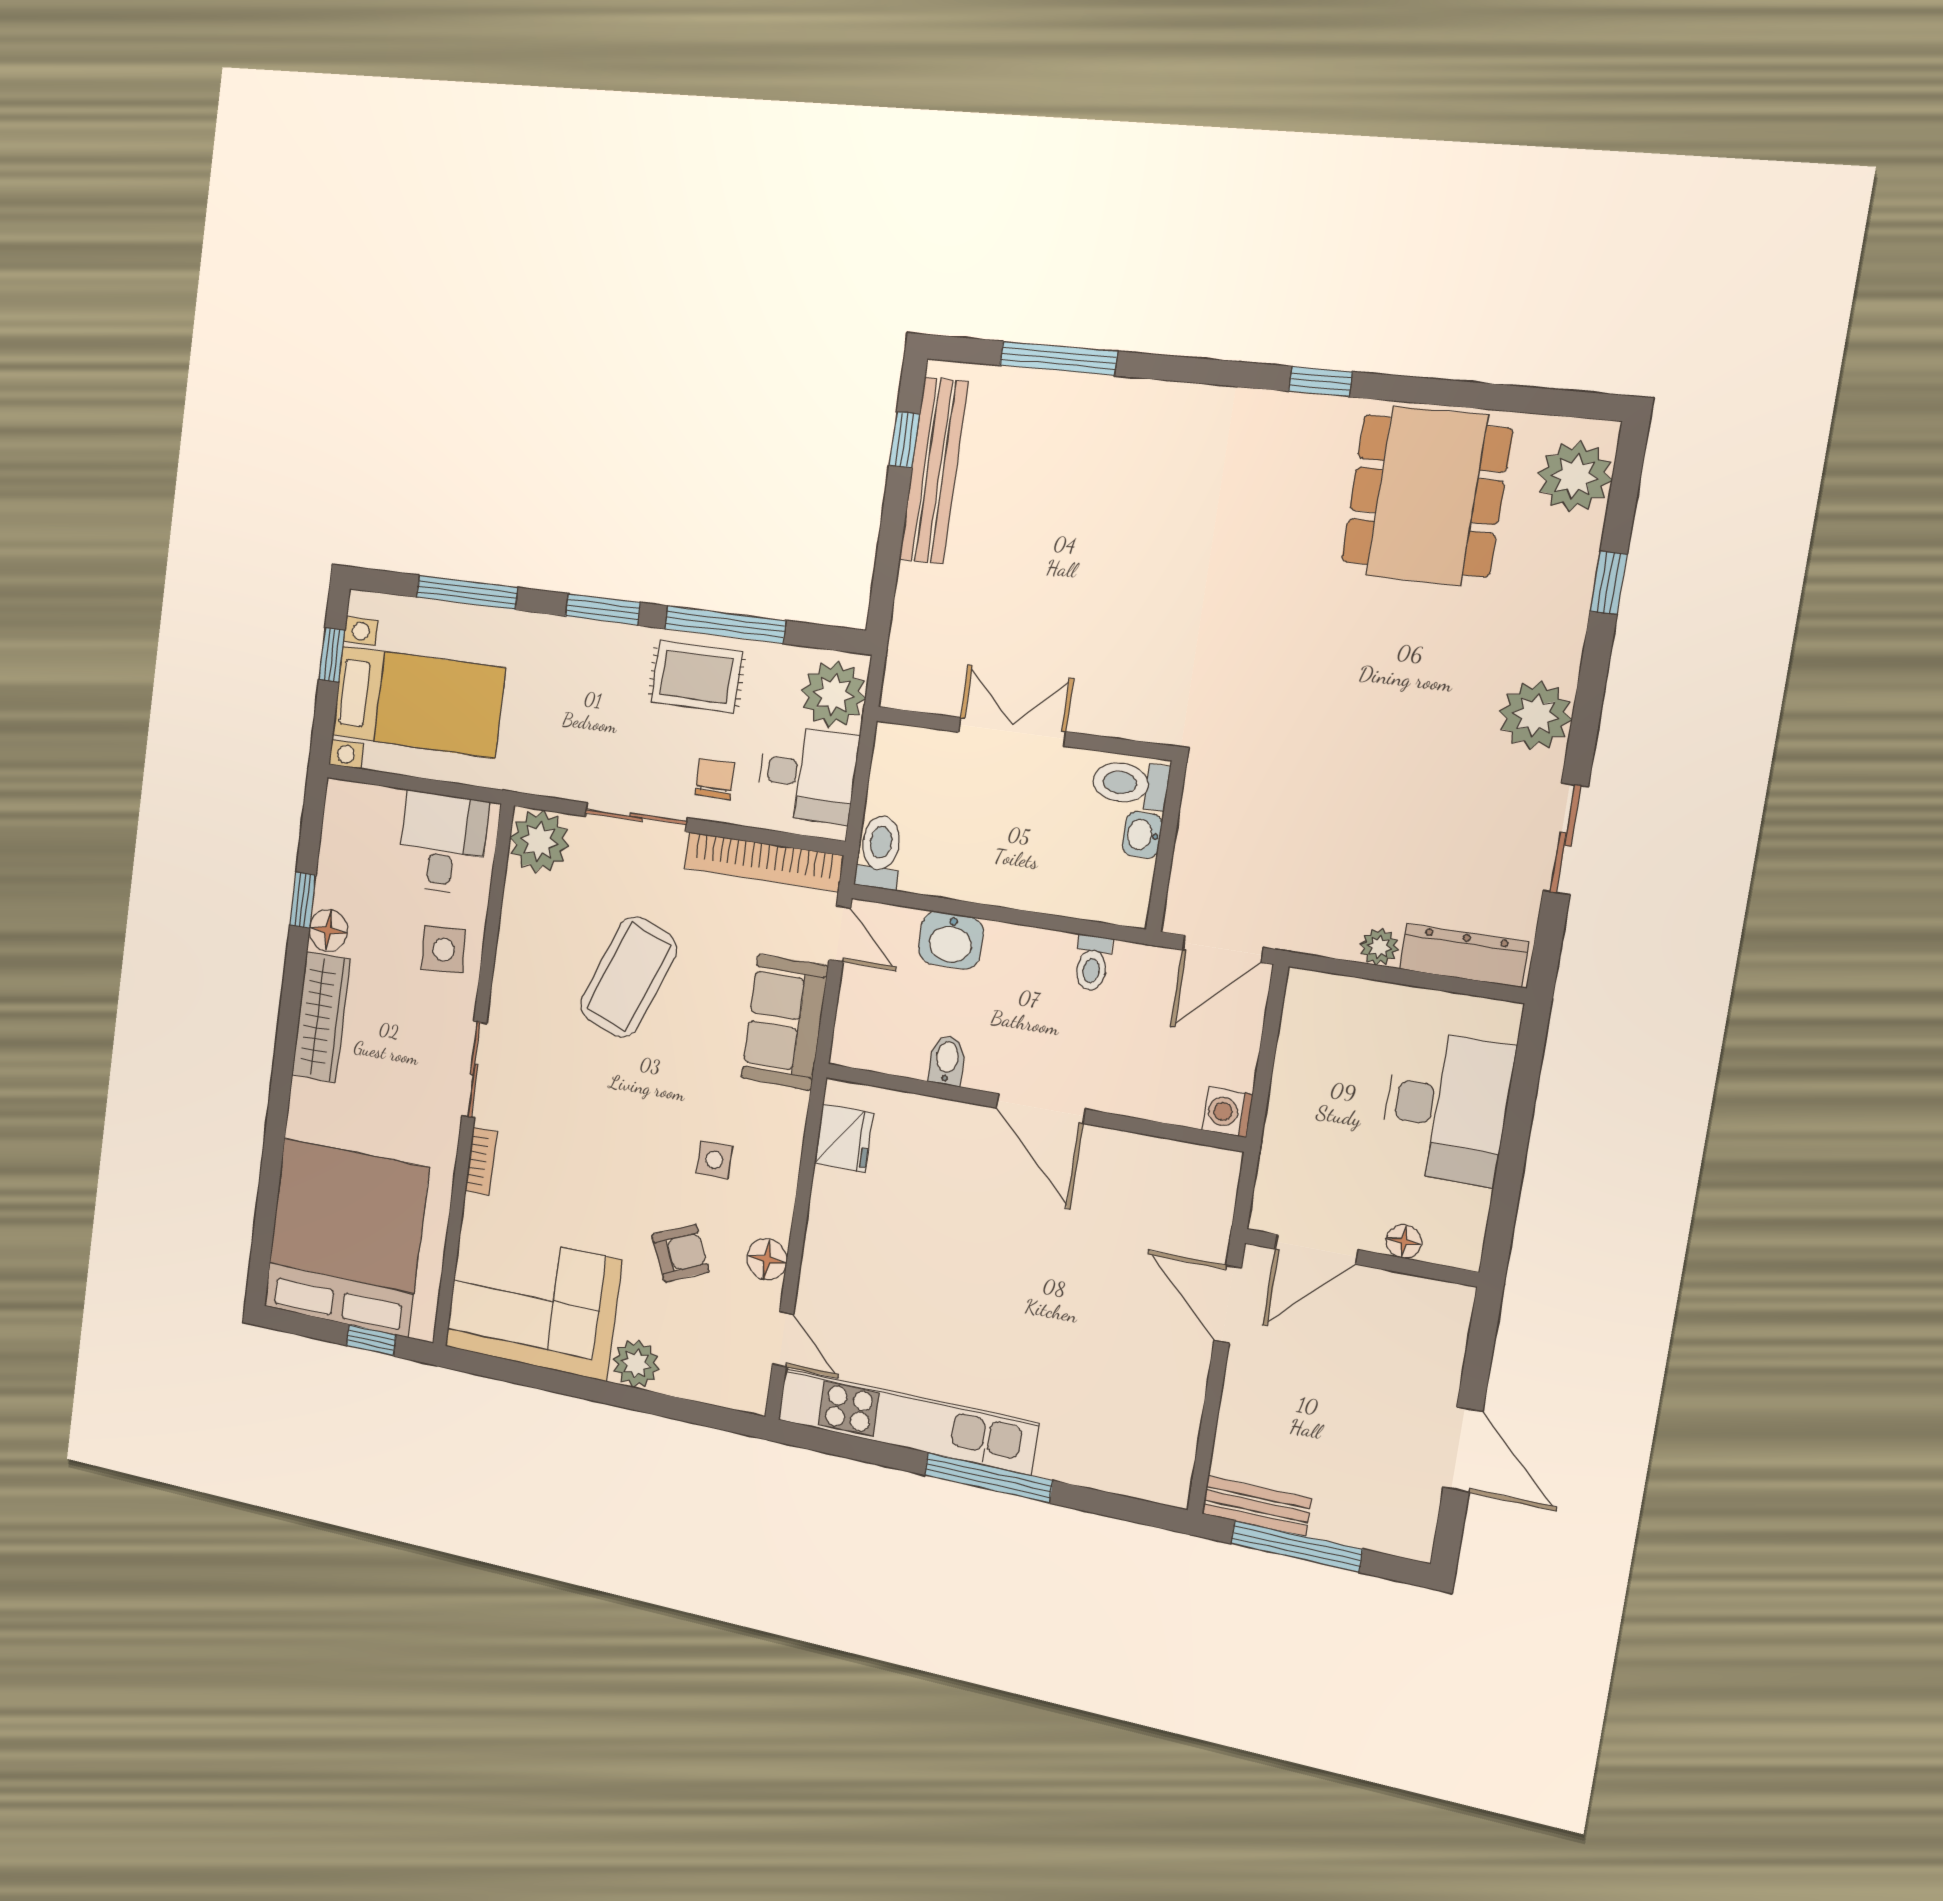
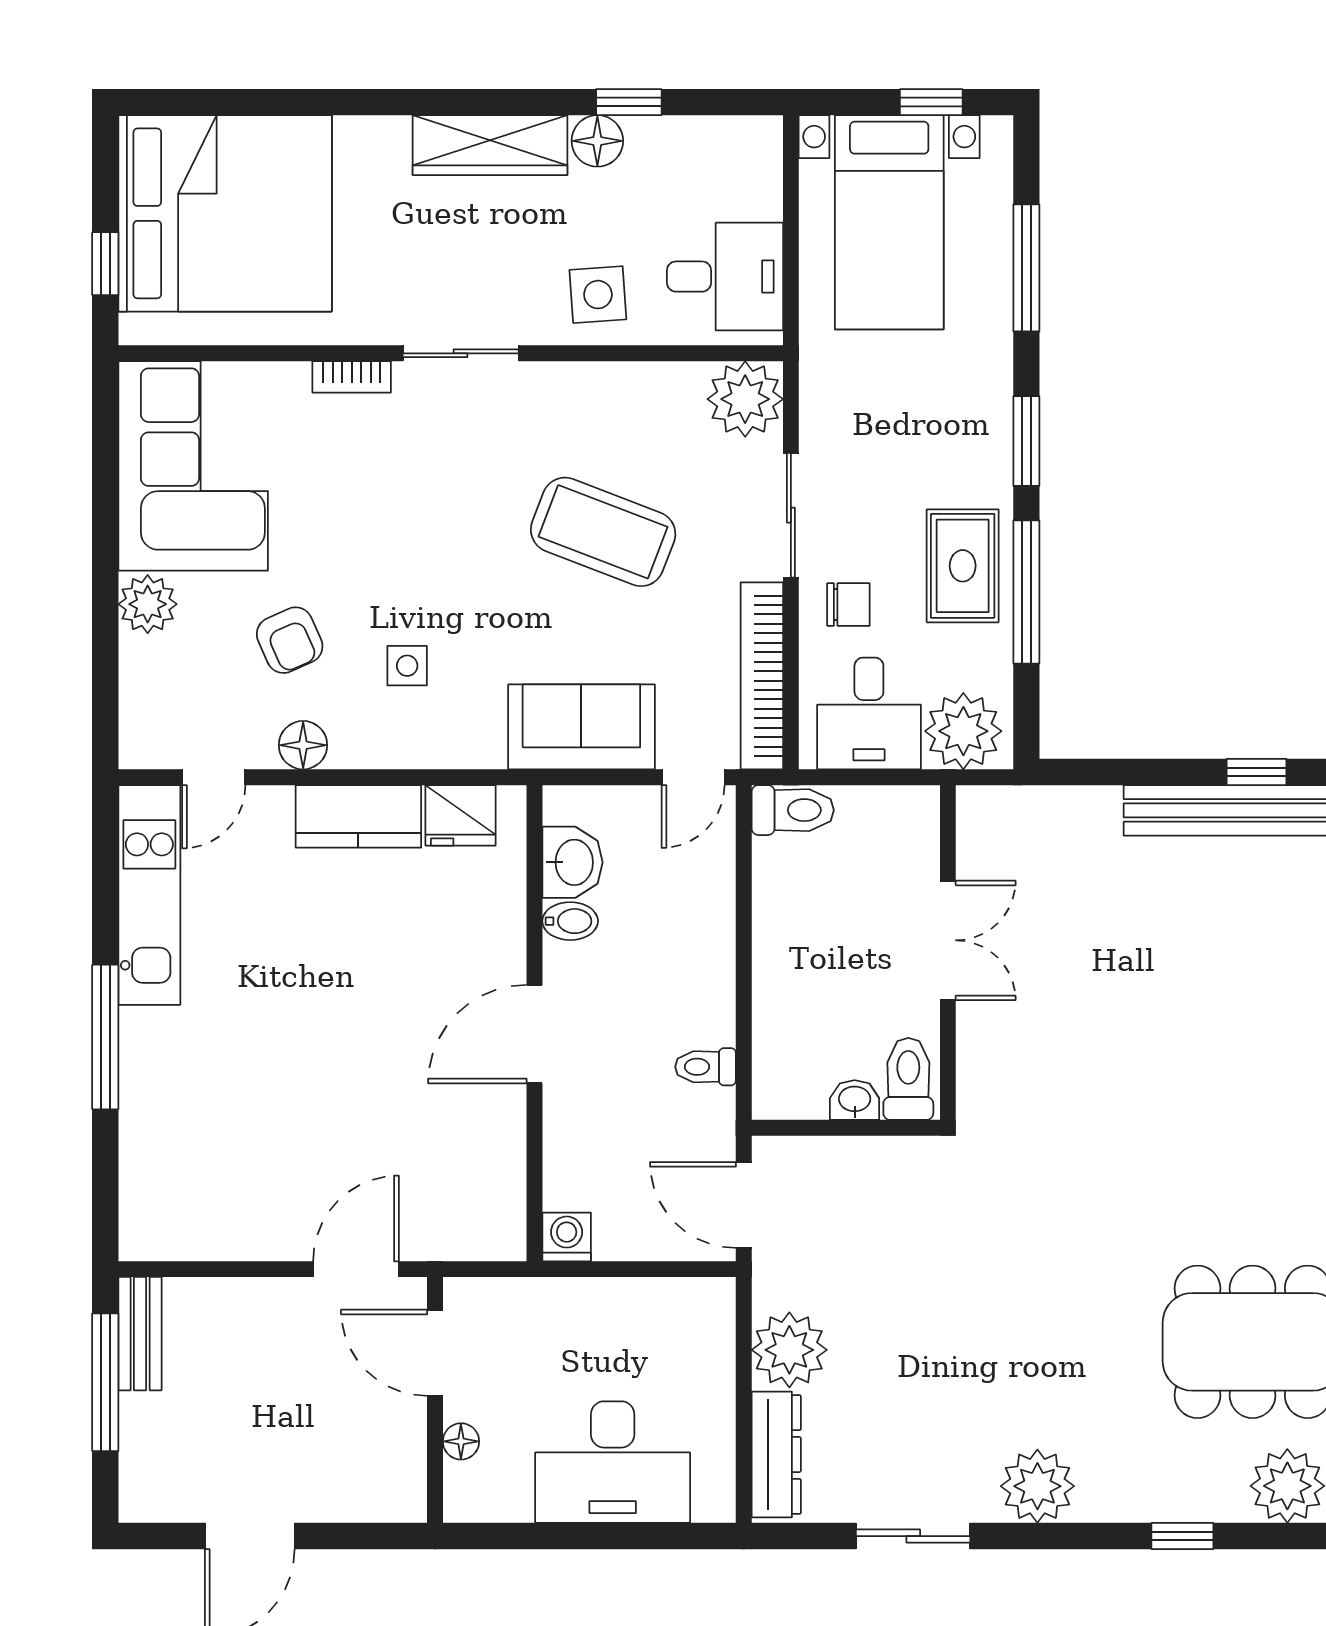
washbasin: (951, 940) -> (572, 862), moved, turned 180
plant: (1379, 947) -> (789, 1350), width x1.88, depth x1.88
kitchen counter: (832, 1225) -> (358, 816), added
kitchen unit: (907, 1421) -> (149, 895), width x0.73

